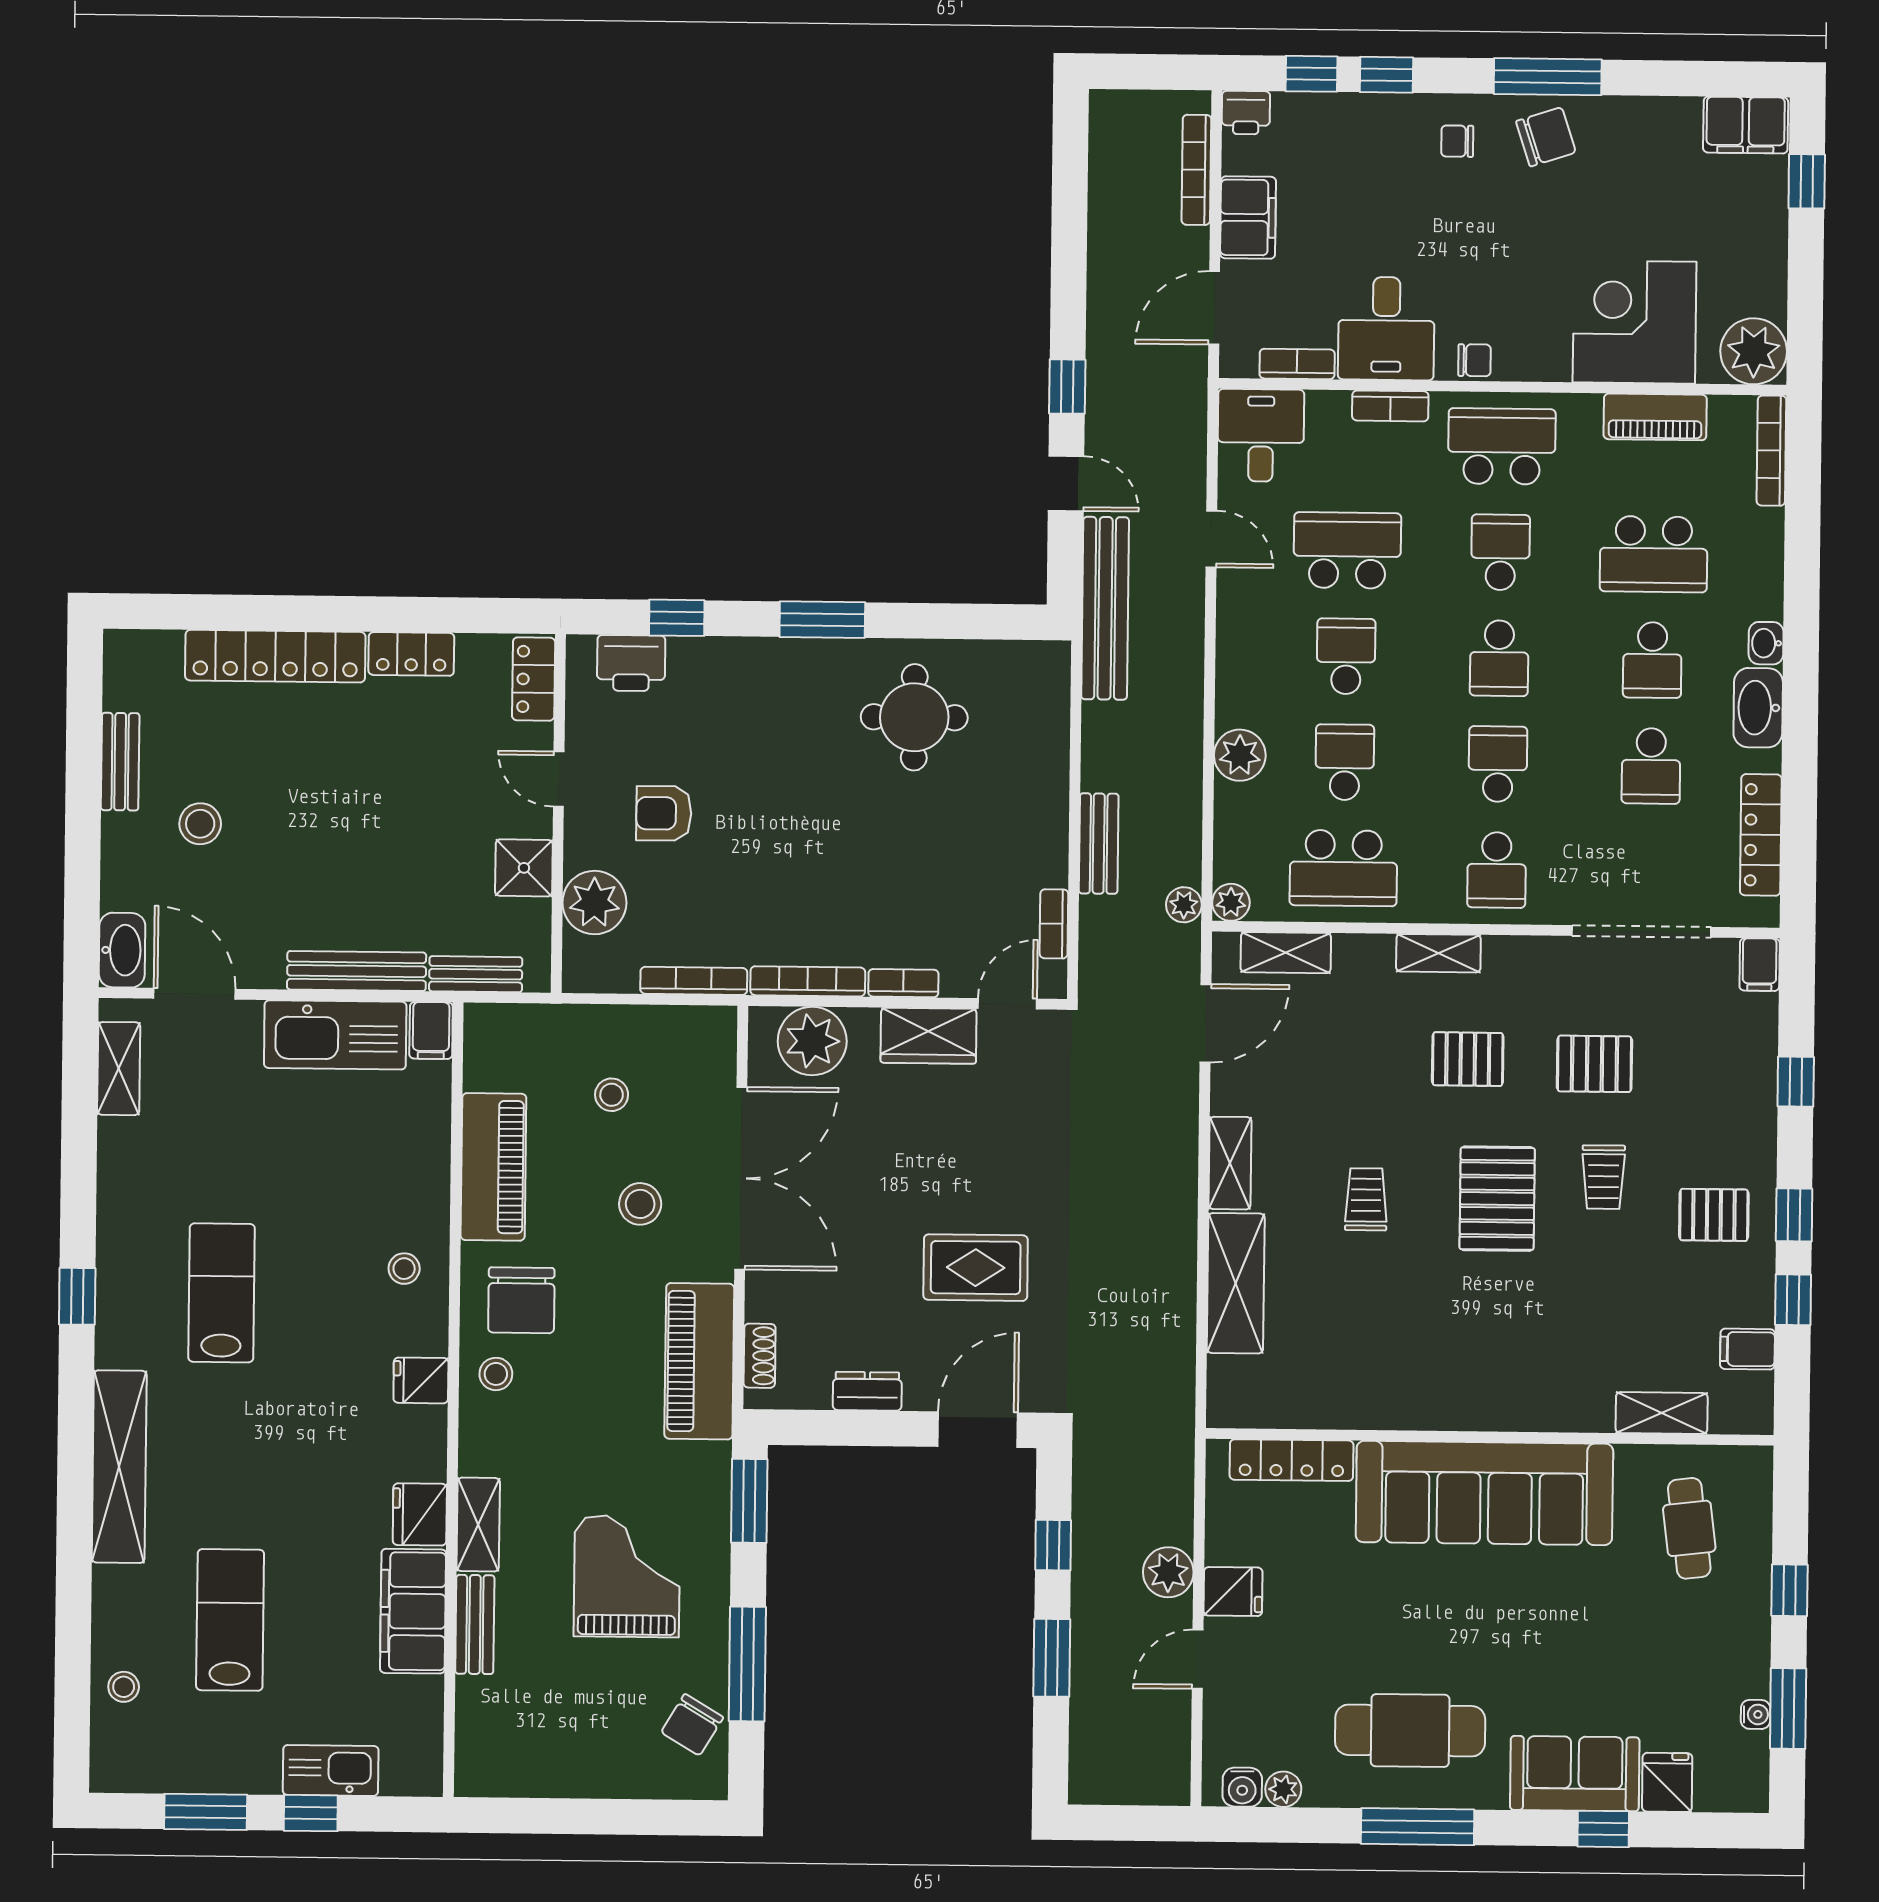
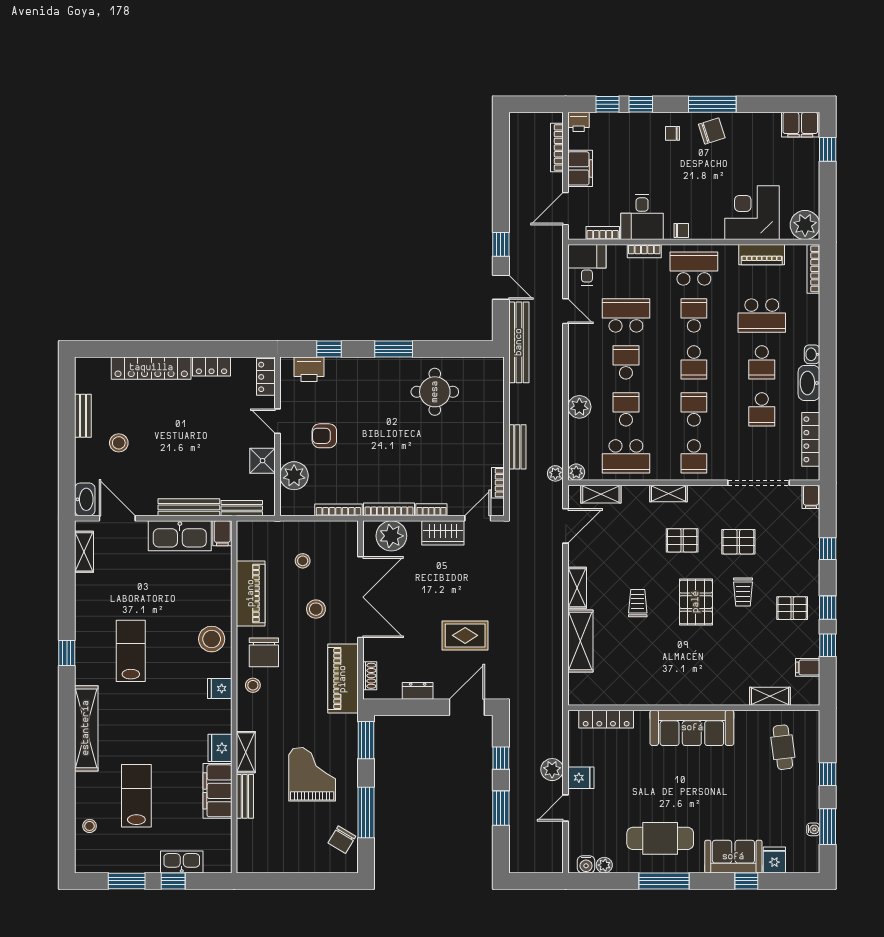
stool: (404, 1269) -> (212, 639), width x1.89, depth x1.89
sofa: (1484, 1493) -> (692, 728), width x0.74, depth x0.79

